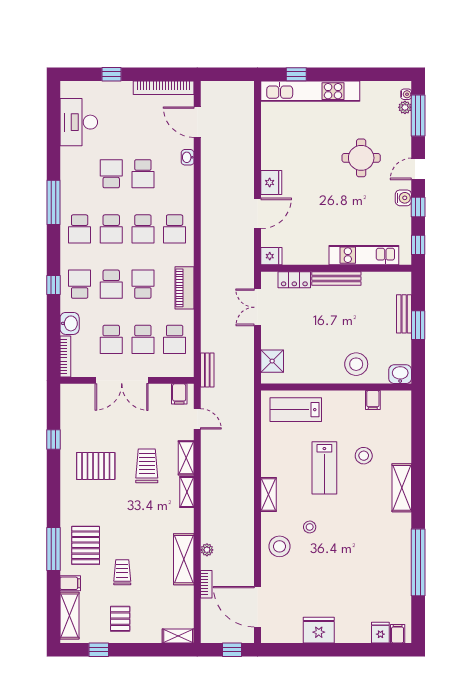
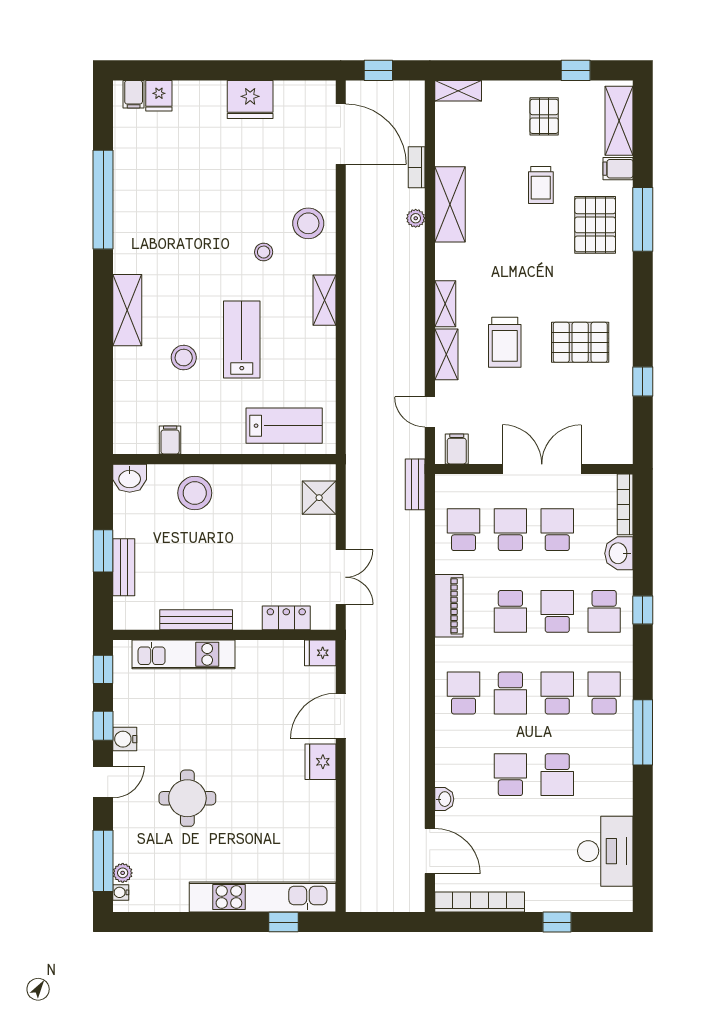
school desk: (143, 229) -> (510, 693), turned 180
bench: (336, 278) -> (196, 620), moved

